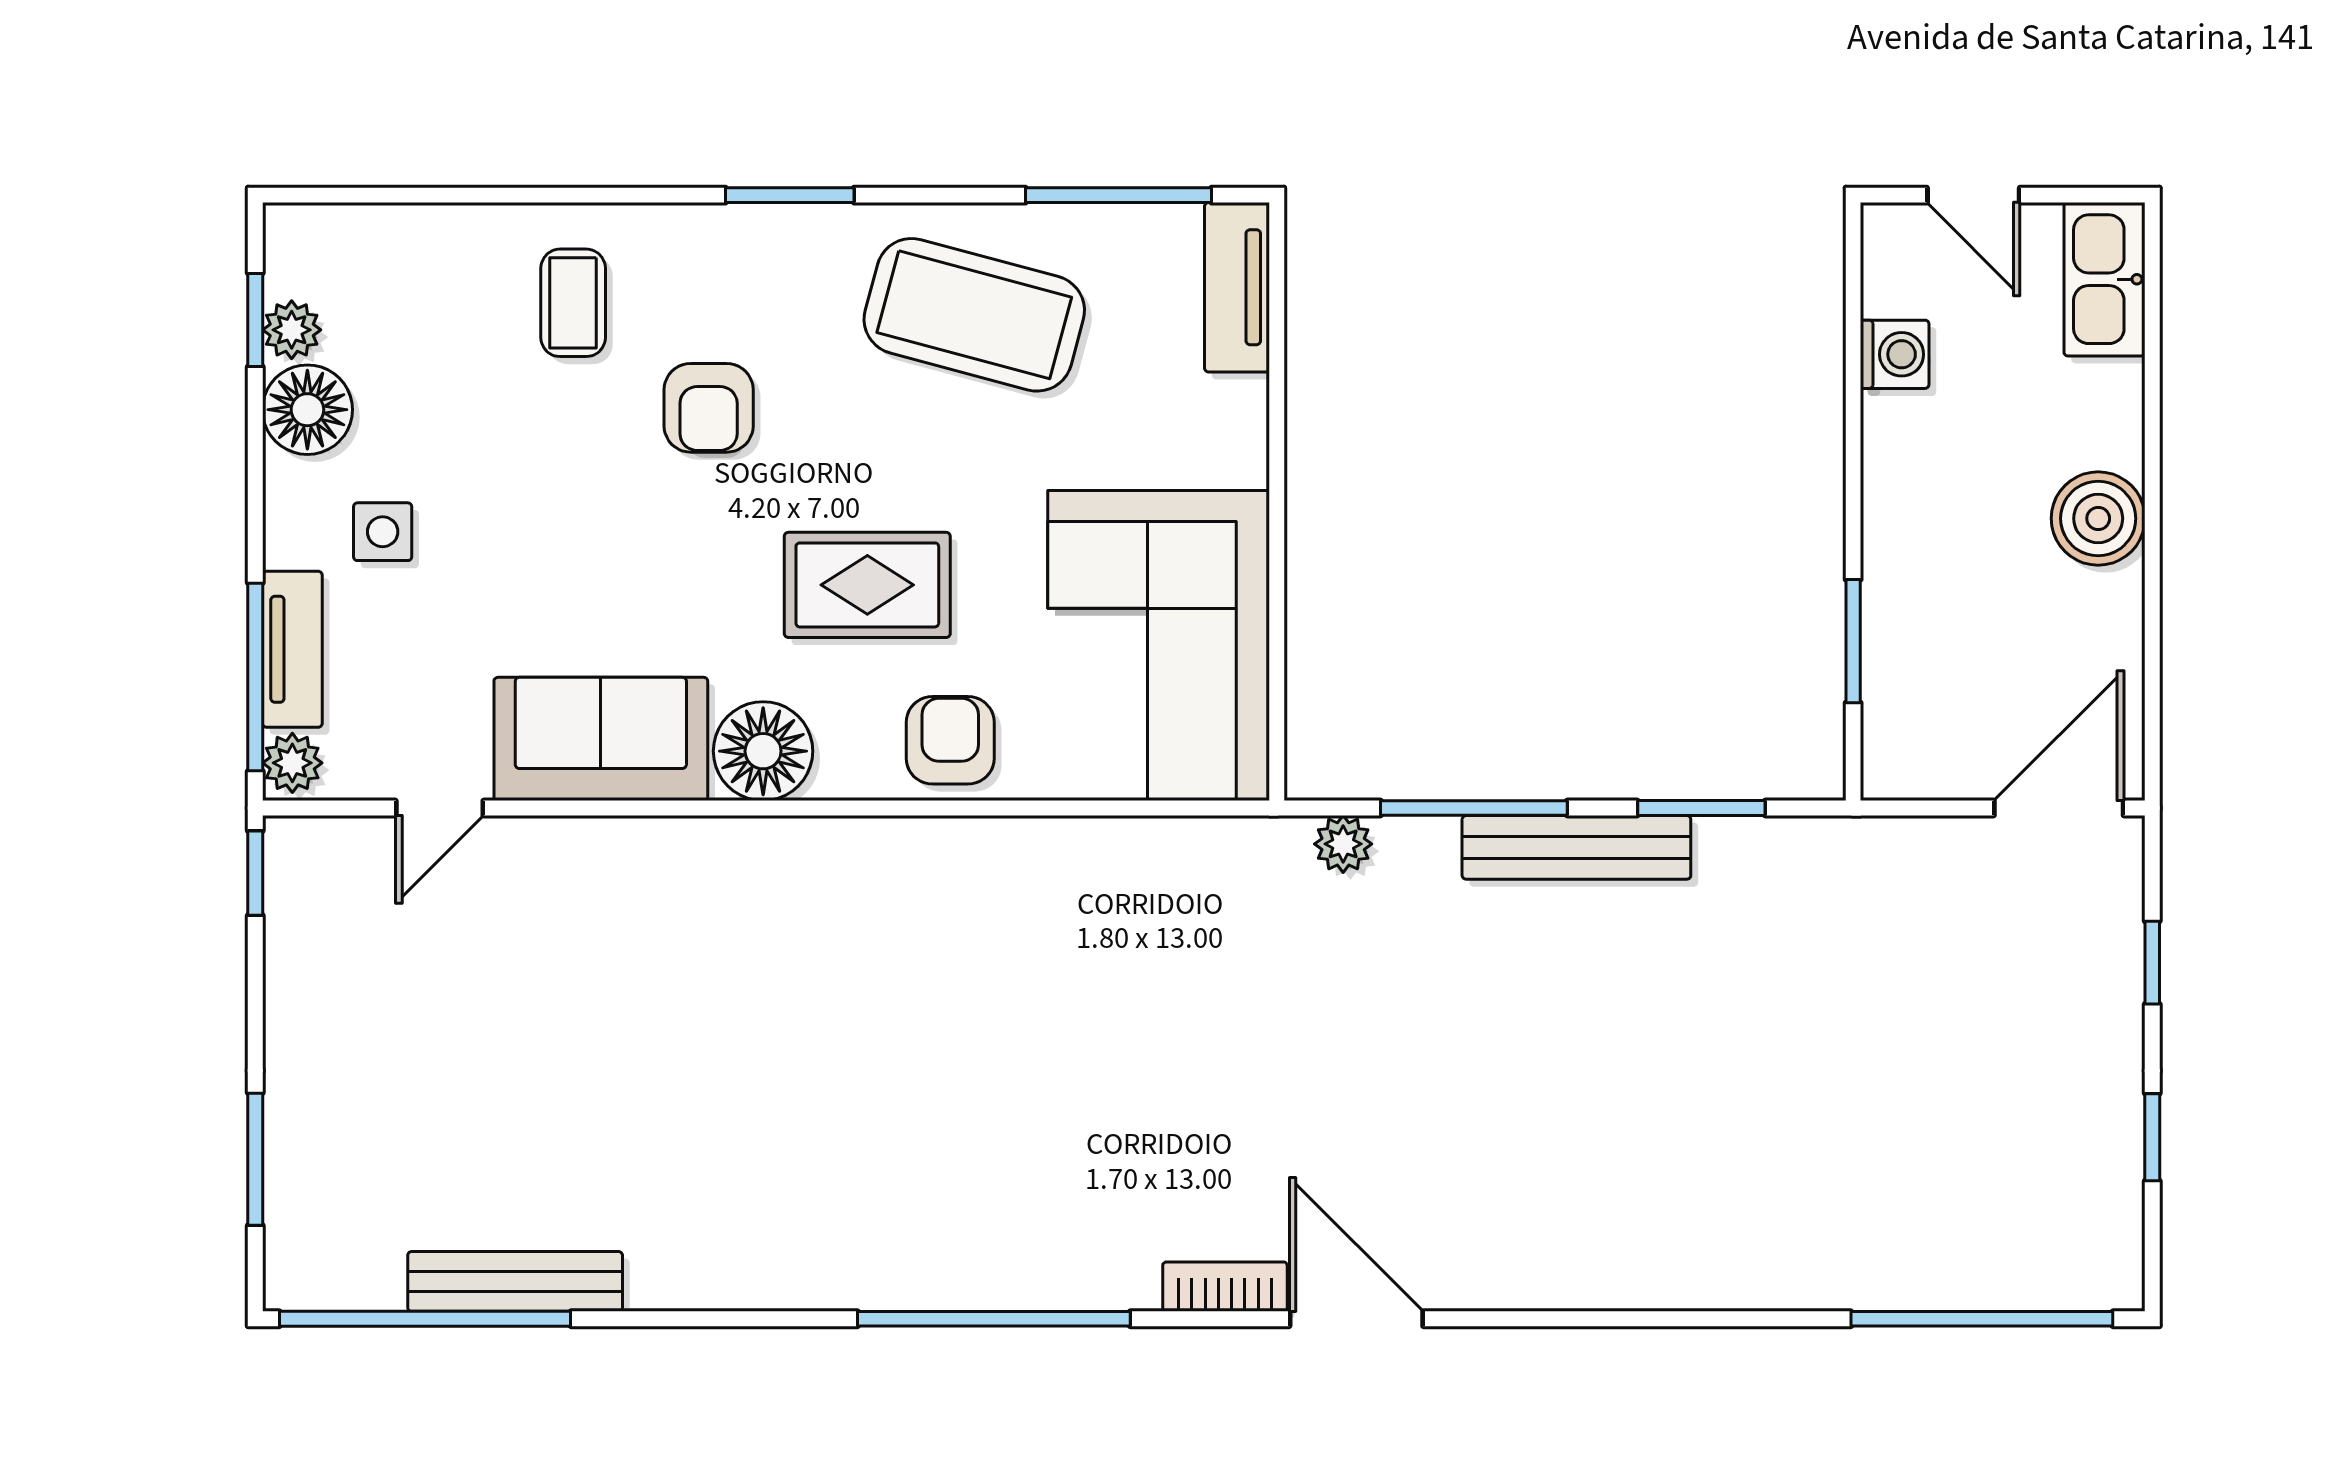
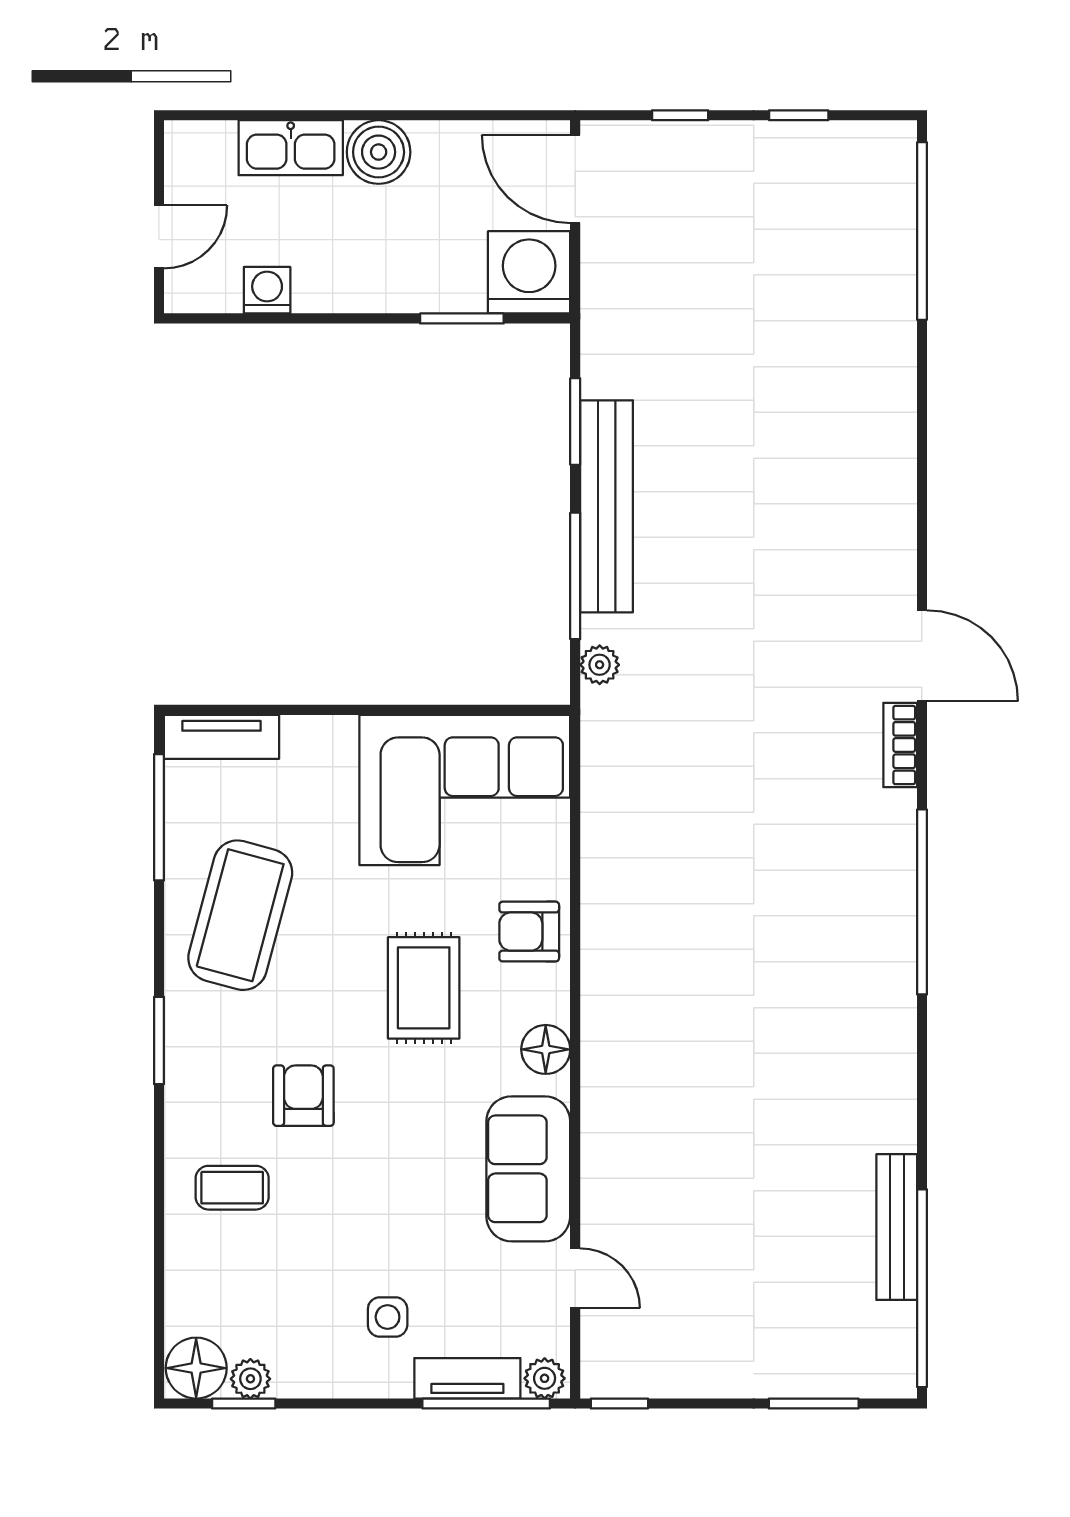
kitchen sink: (2104, 279) -> (291, 148), moved
armchair: (709, 408) -> (303, 1096), turned -90
floor lamp: (307, 410) -> (196, 1368), moved
washing machine: (1921, 740) -> (529, 272), added
floor lamp: (763, 751) -> (546, 1049), width x0.73, depth x0.73
bench: (1576, 847) -> (607, 506), width x1.37, depth x1.21
door: (1356, 1319) -> (922, 656), swing flipped

